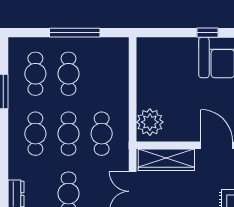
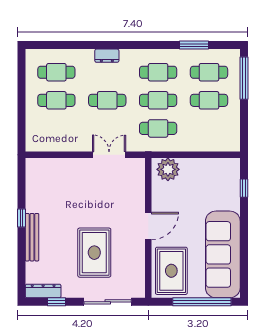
window: (75, 33) -> (244, 78), moved
window: (208, 33) -> (244, 188), moved
wardrobe: (166, 160) -> (136, 183), removed

